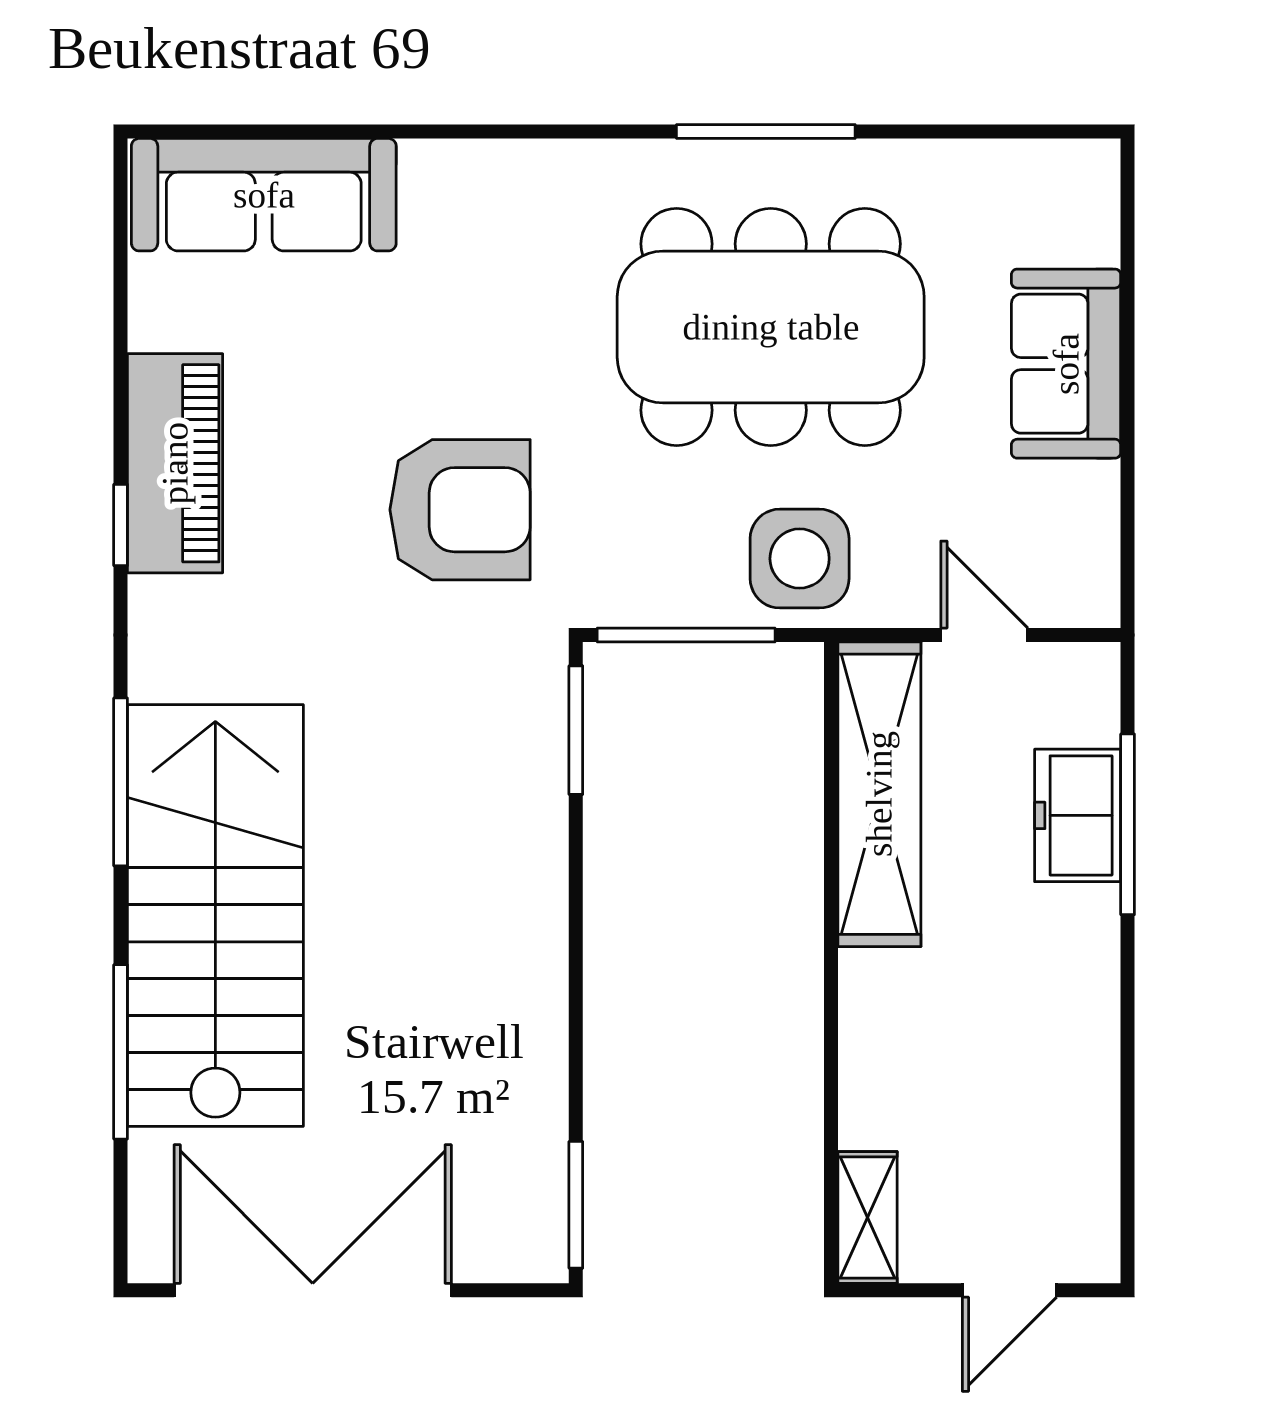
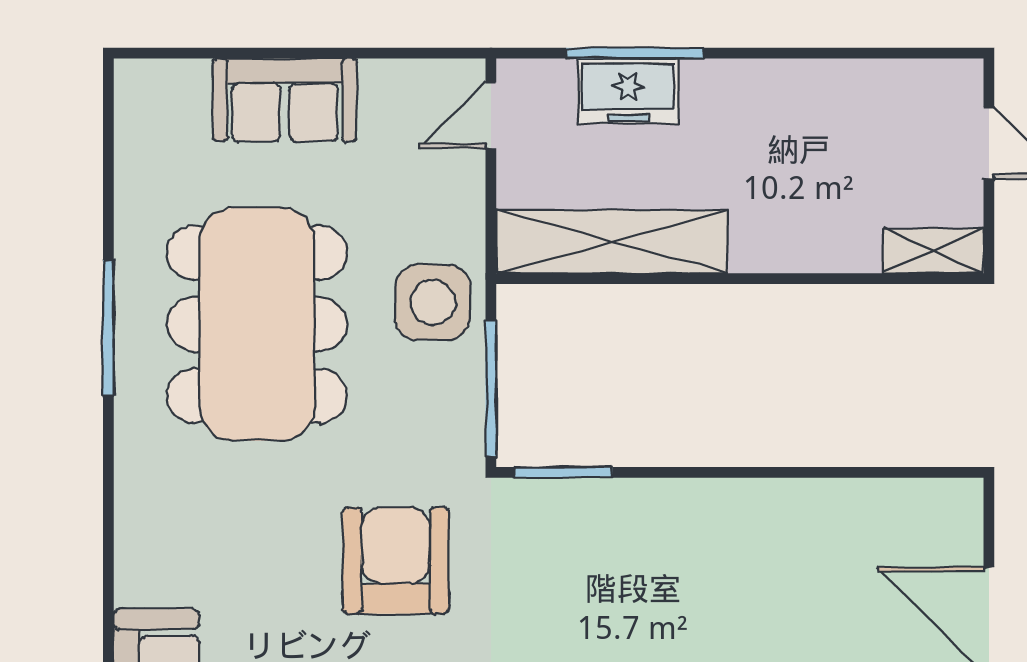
door: (984, 635) -> (491, 115), moved
window: (576, 1205) -> (924, 472), removed

